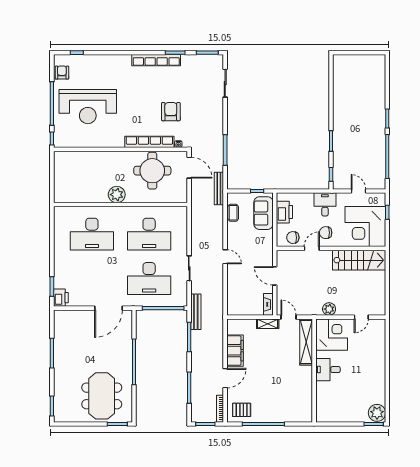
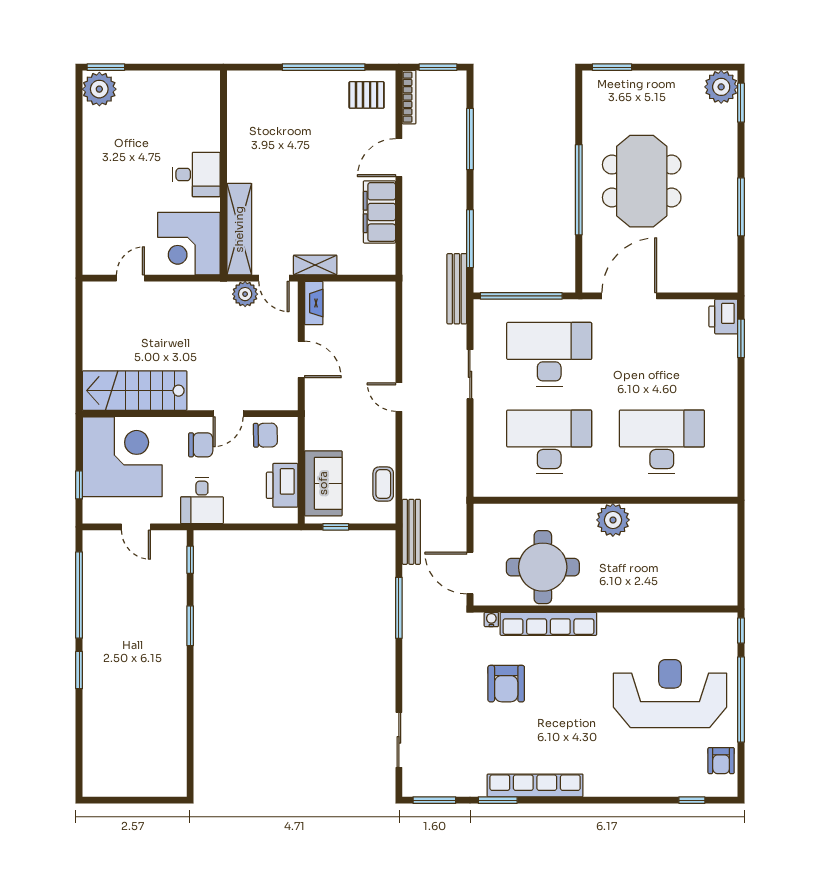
plant: (329, 309) -> (245, 294), moved
meeting table: (102, 396) -> (642, 181), moved
plant: (62, 414) -> (721, 87), added

